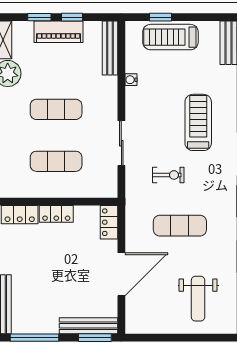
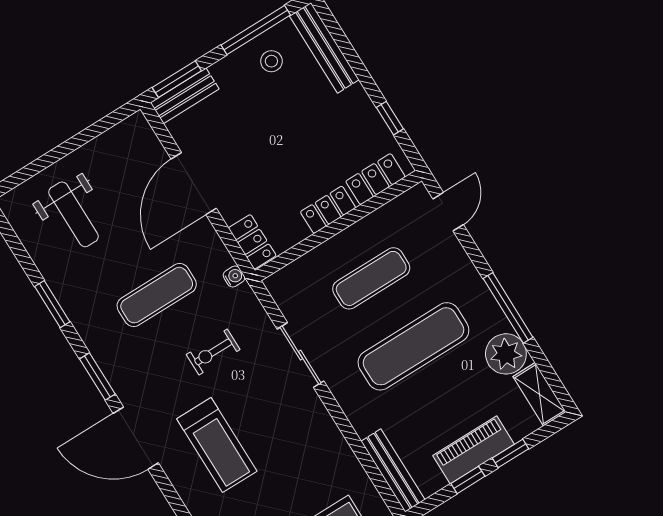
water cooler: (131, 80) -> (234, 277), moved
exercise mat: (56, 109) -> (413, 346), width x1.36, depth x1.45
weight bench: (198, 299) -> (74, 214), turned 180
stool: (37, 315) -> (271, 61), added
bench: (88, 326) -> (185, 96), width x0.73

